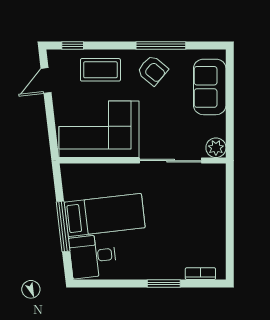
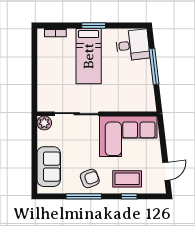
window: (73, 45) -> (129, 196), moved
armchair: (153, 70) -> (90, 178), turned 120
bed: (105, 215) -> (89, 56), moved, turned -83
window: (164, 283) -> (94, 25), moved

